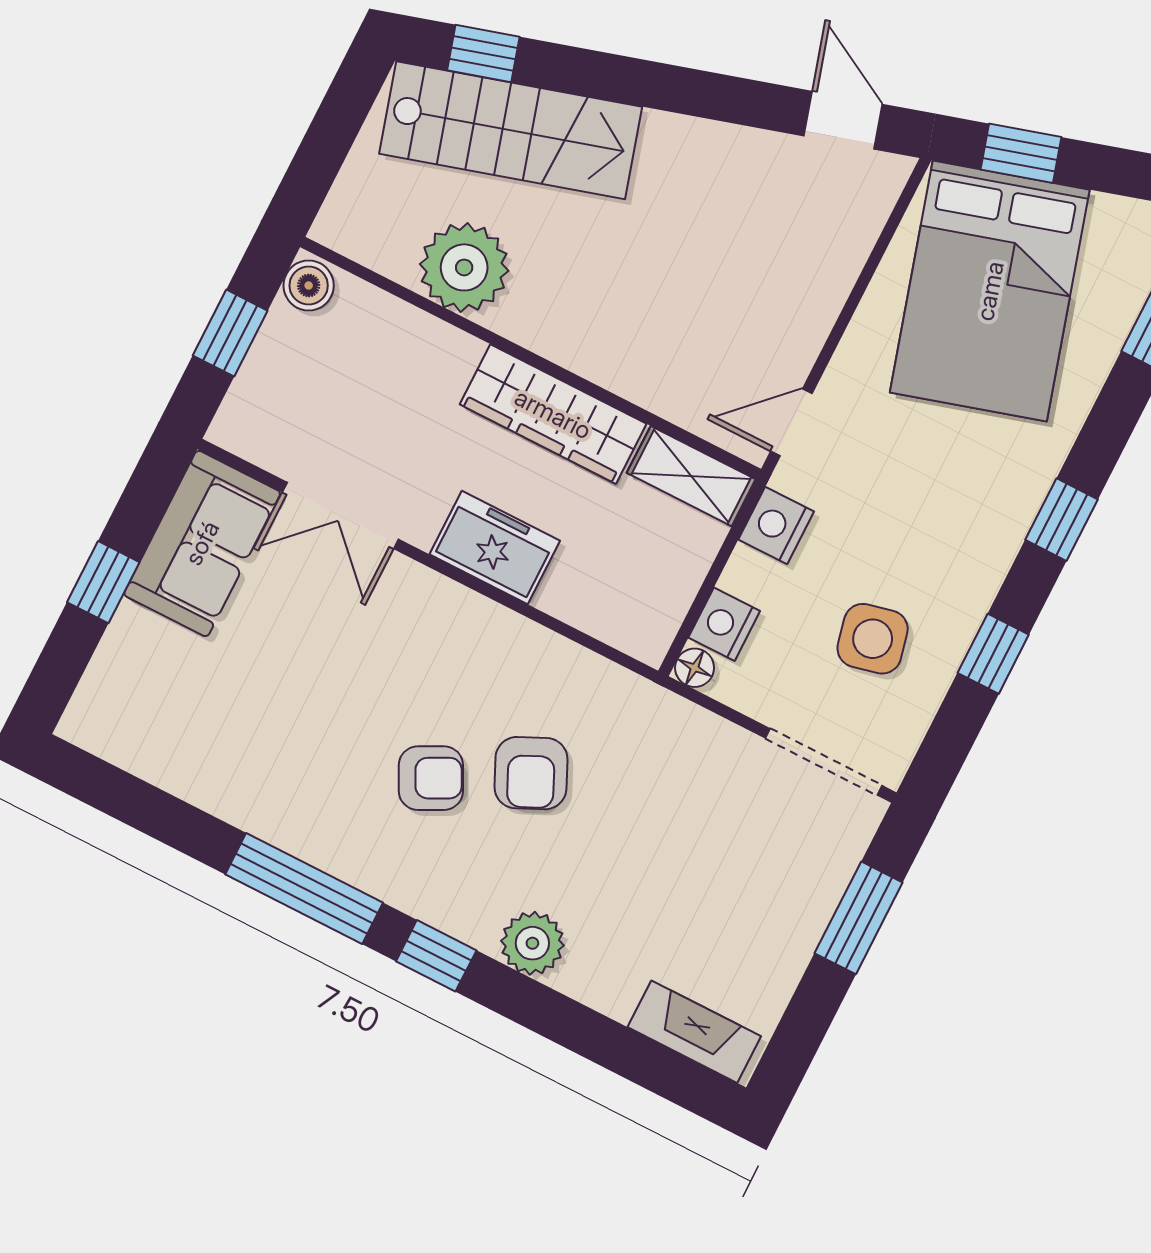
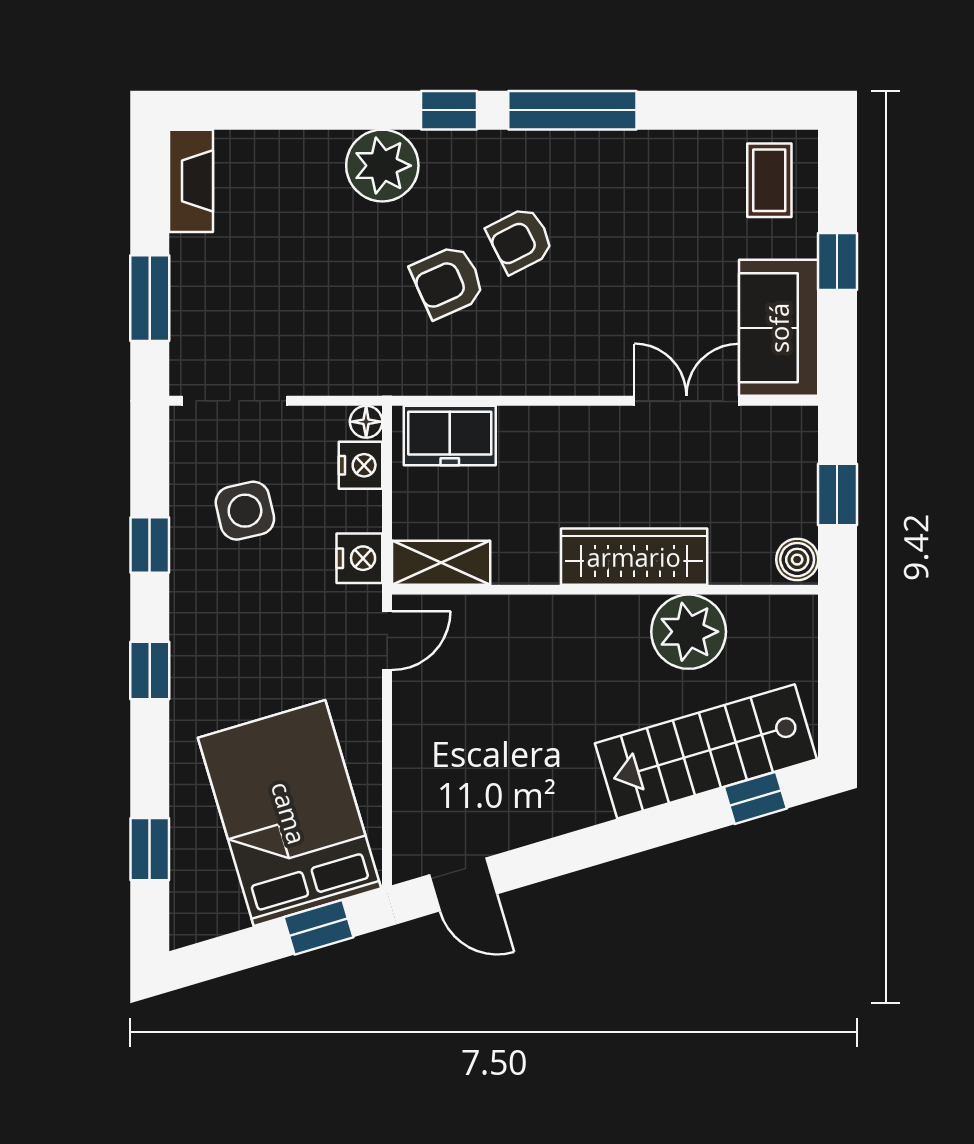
wardrobe: (553, 414) -> (634, 557), moved
freezer: (495, 547) -> (450, 435), moved
coffee table: (132, 706) -> (769, 180), added
armchair: (531, 773) -> (448, 282), turned -89
plant: (532, 943) -> (382, 166), width x1.36, depth x1.36
fireplace: (694, 1032) -> (191, 181), moved, turned -90

